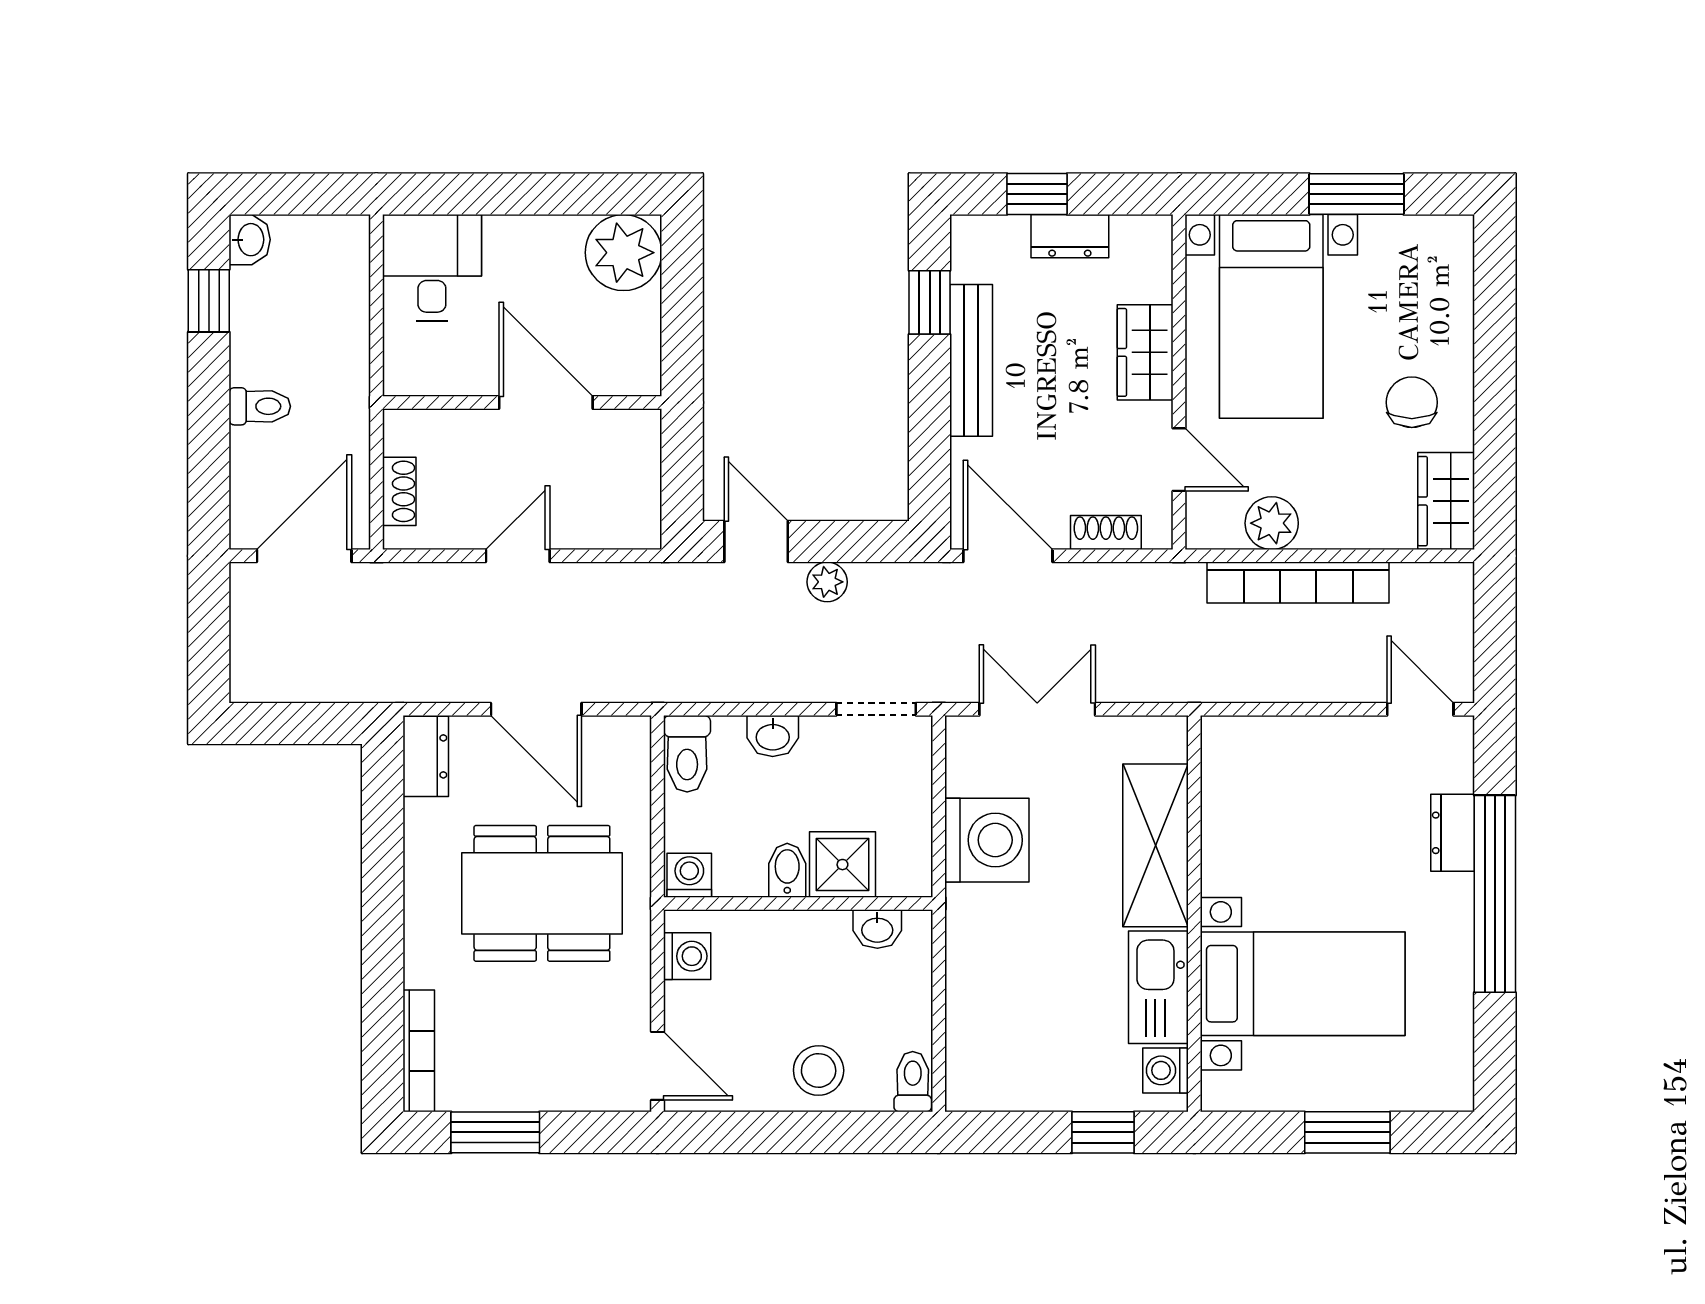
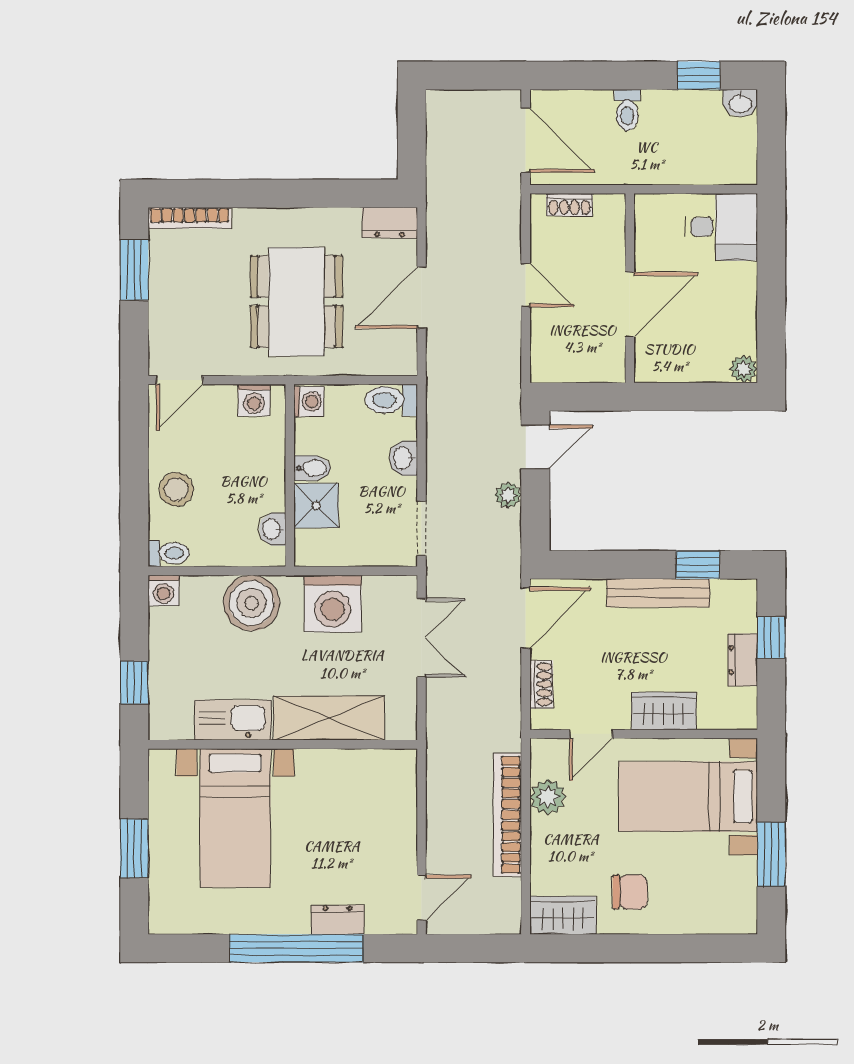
plant: (623, 253) -> (744, 369), width x0.53, depth x0.53
boiler: (986, 960) -> (251, 603), added
washing machine: (1166, 1070) -> (164, 590), moved, turned 180

